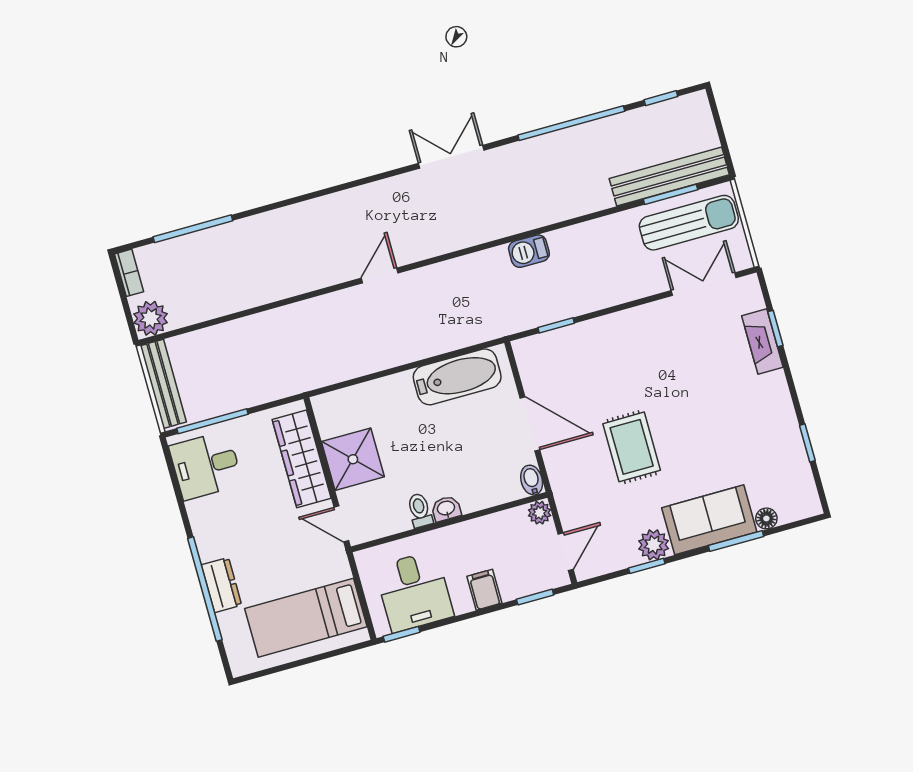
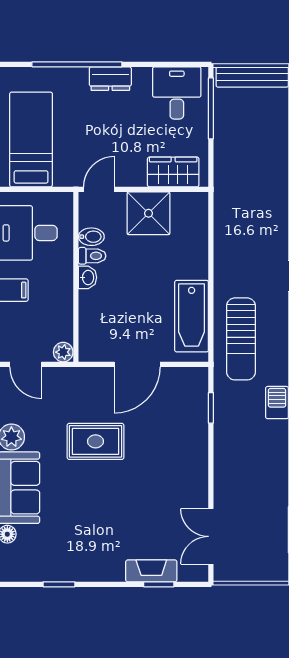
sun lounger: (689, 223) -> (241, 339), moved
double door: (704, 284) -> (211, 536), swing flipped
wardrobe: (302, 459) -> (173, 172), width x0.67
bidet: (532, 480) -> (91, 237), moved
dresser: (221, 585) -> (110, 79), moved

